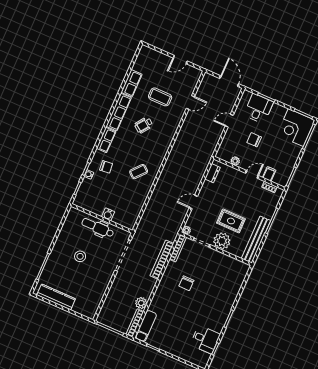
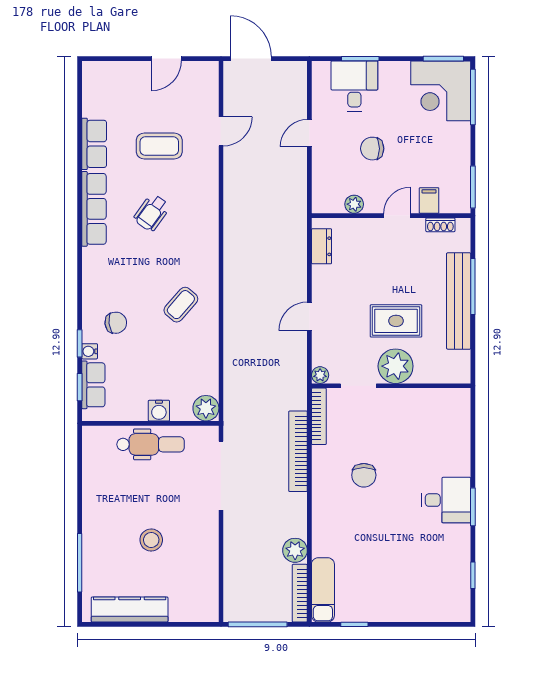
door: (229, 81) -> (251, 59), moved
row of seats: (106, 140) -> (93, 385), moved
plant: (129, 222) -> (206, 408), added
dental chair: (98, 228) -> (151, 444), turned 180
bench: (256, 240) -> (459, 301), moved
stool: (80, 256) -> (151, 540), moved
desk: (205, 339) -> (446, 500), moved

